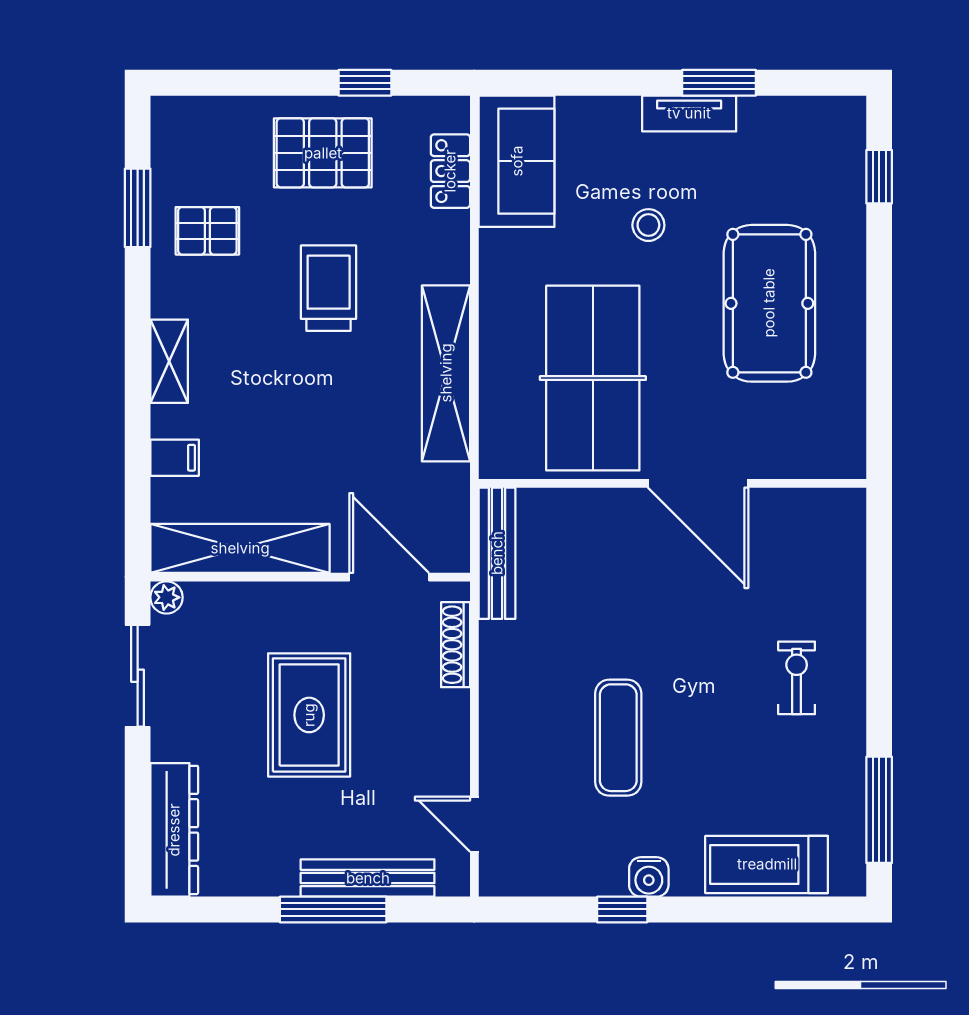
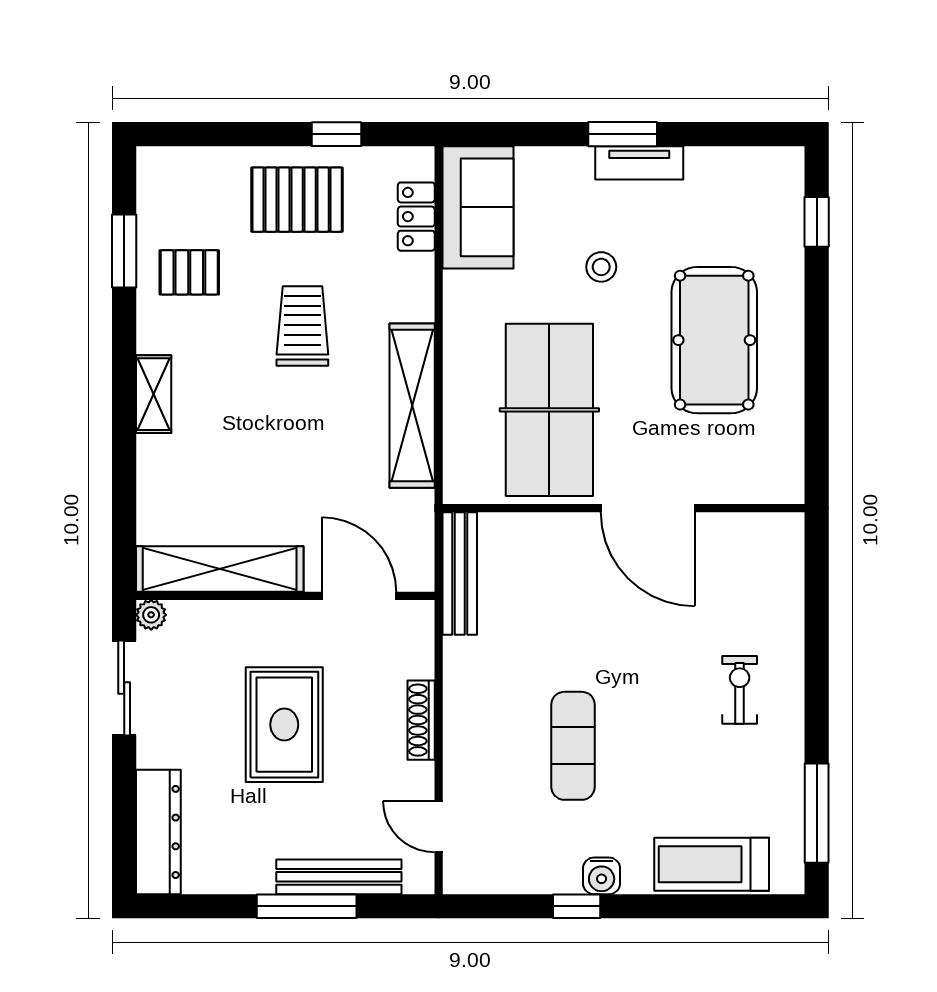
window: (719, 83) -> (623, 134), moved
filing cabinet: (175, 458) -> (159, 484), removed
shoe rack: (456, 645) -> (421, 720), moved

